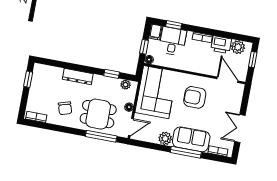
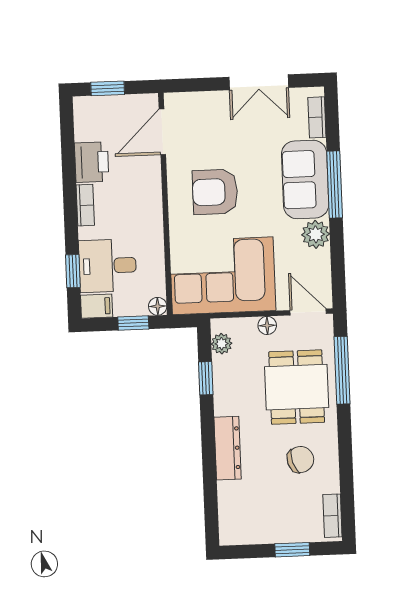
plant: (238, 47) -> (89, 125), removed
window: (28, 79) -> (292, 550), moved
armchair: (195, 97) -> (215, 192), turned 90

